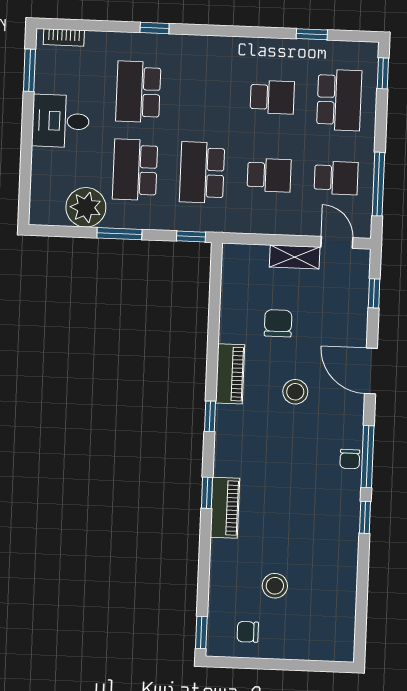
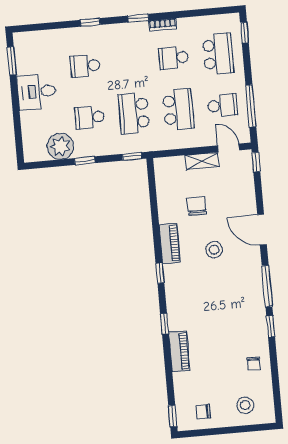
window: (312, 34) -> (138, 18), moved
bookcase: (64, 37) -> (163, 25), moved
school desk: (138, 92) -> (85, 66), width x0.54
school desk: (272, 97) -> (174, 58), turned 180
school desk: (135, 170) -> (90, 117), width x0.54
school desk: (269, 175) -> (178, 109), width x1.85
window: (119, 234) -> (85, 161), width x0.67
window: (374, 293) -> (256, 162), moved
chair: (350, 459) -> (254, 363), moved
piano: (225, 508) -> (179, 351), moved
stool: (275, 586) -> (245, 405), moved

